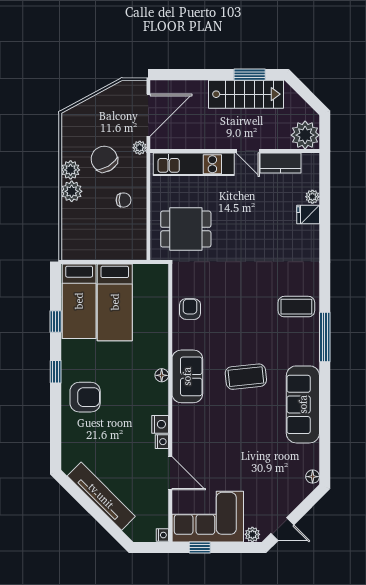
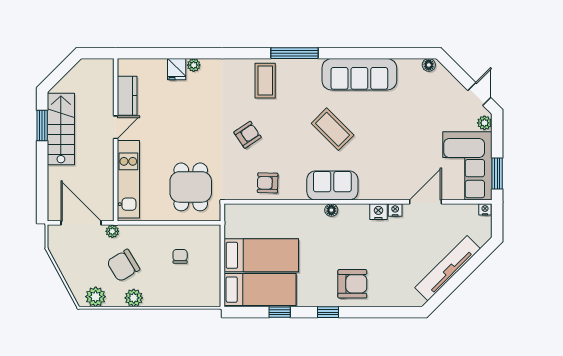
plant: (305, 135) -> (100, 72), removed
plant: (72, 191) -> (96, 297), moved
plant: (312, 197) -> (194, 65), moved
chair: (124, 200) -> (180, 256), moved
armchair: (240, 288) -> (248, 135), added
coffee table: (246, 377) -> (333, 129), turned -39
armchair: (85, 397) -> (352, 284), turned 90
window: (200, 548) -> (497, 173), width x1.50

